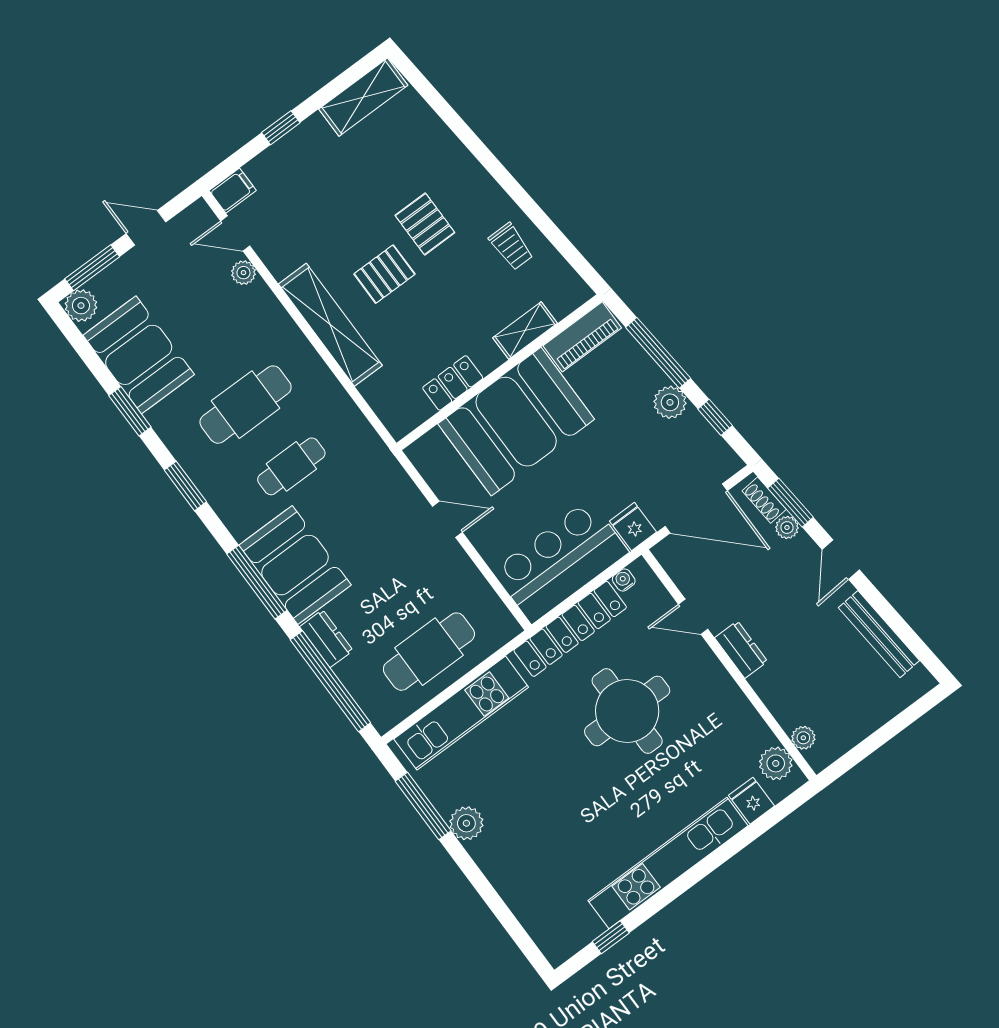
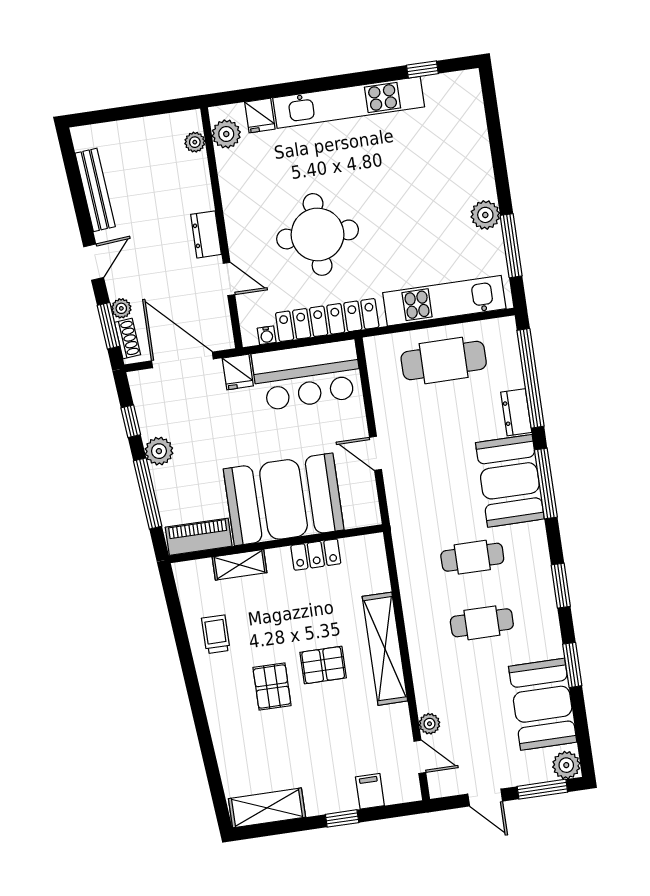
filing cabinet: (233, 191) -> (370, 791), moved, turned 90
cafe table: (246, 405) -> (482, 623), width x0.73, depth x0.74

